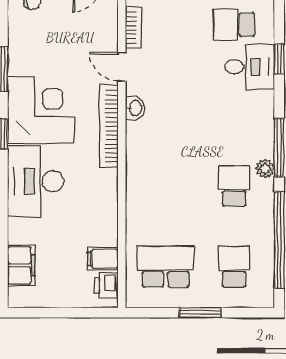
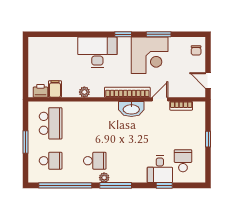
washbasin: (135, 108) -> (131, 109), width x1.91, depth x1.45
corner desk: (41, 110) -> (150, 55), moved
plant: (108, 205) -> (84, 92), added
filing cabinet: (21, 265) -> (51, 44), removed

